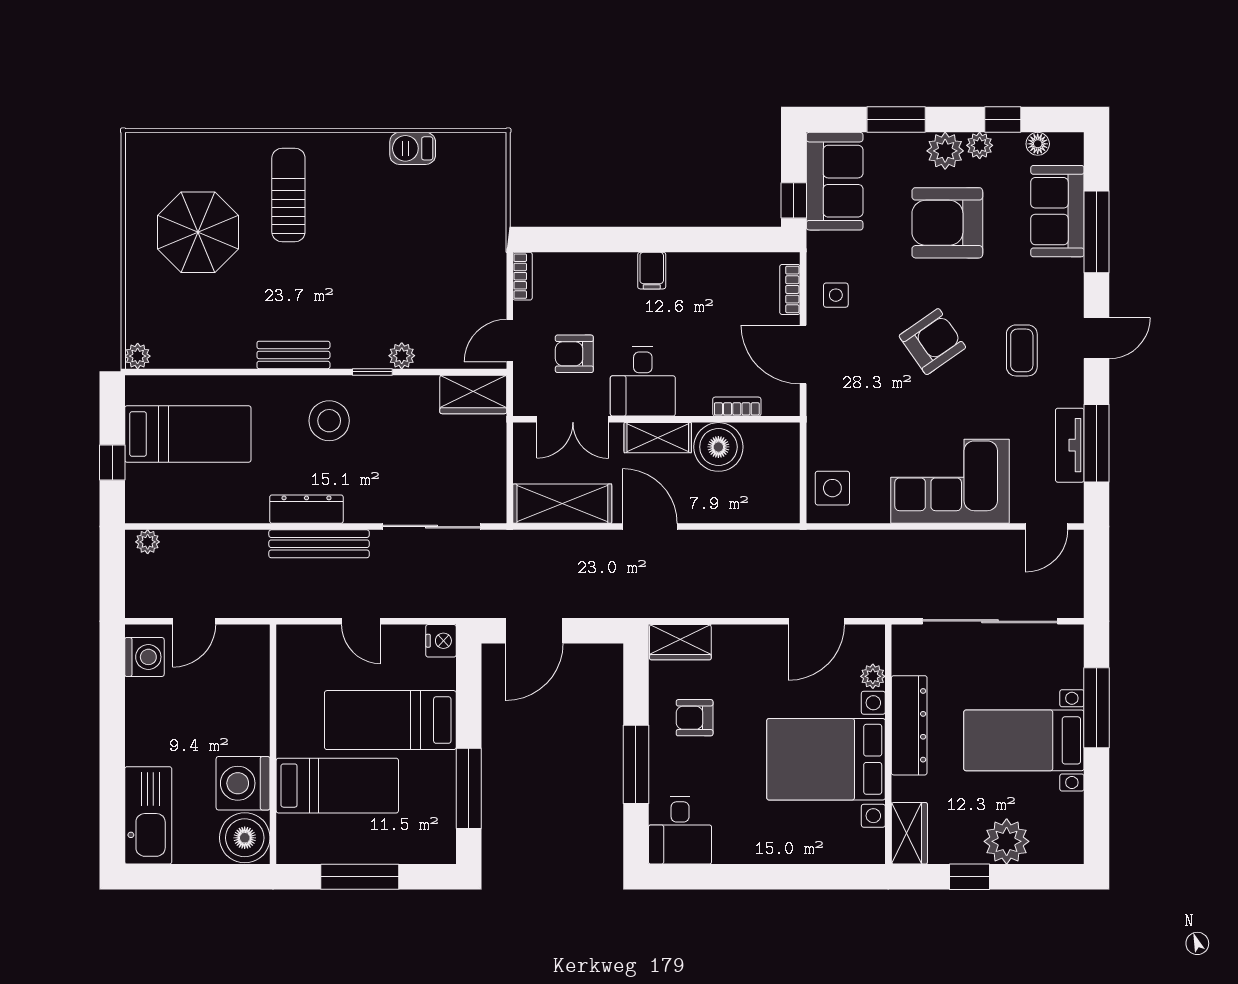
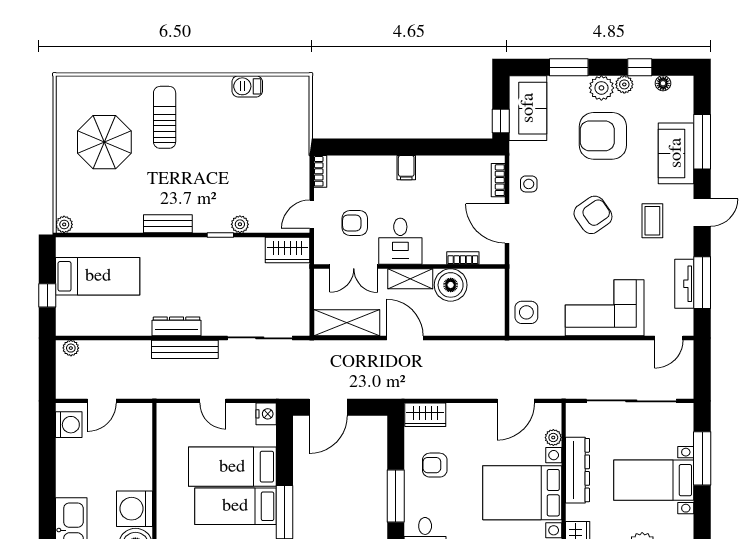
sofa: (1057, 211) -> (676, 153), moved
stool: (329, 421) -> (192, 267), removed
bed: (337, 786) -> (235, 506), moved, turned 180

